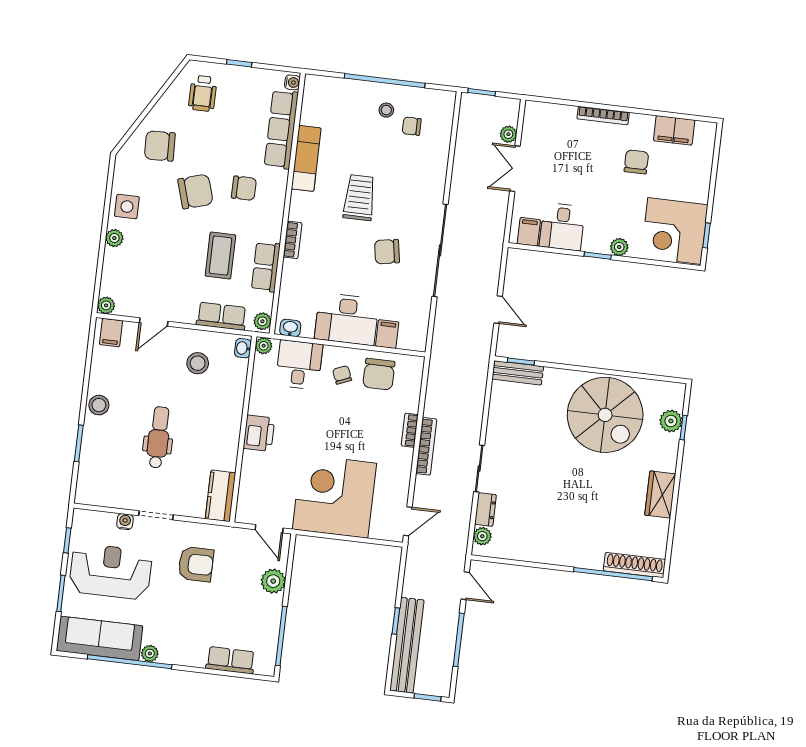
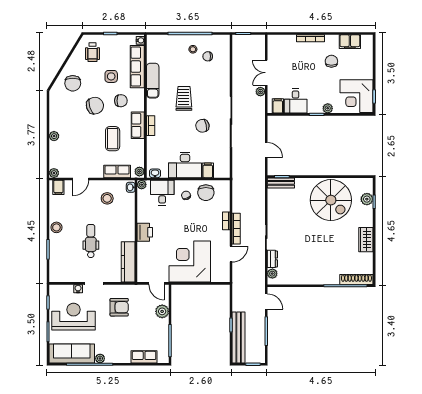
plant: (508, 134) -> (260, 92), moved
chair: (160, 146) -> (73, 83), turned -88
side table: (127, 207) -> (111, 76), moved
row of seats: (266, 267) -> (138, 125), moved
kitchen counter: (220, 496) -> (128, 262), width x1.50
door: (408, 521) -> (231, 254), moved

